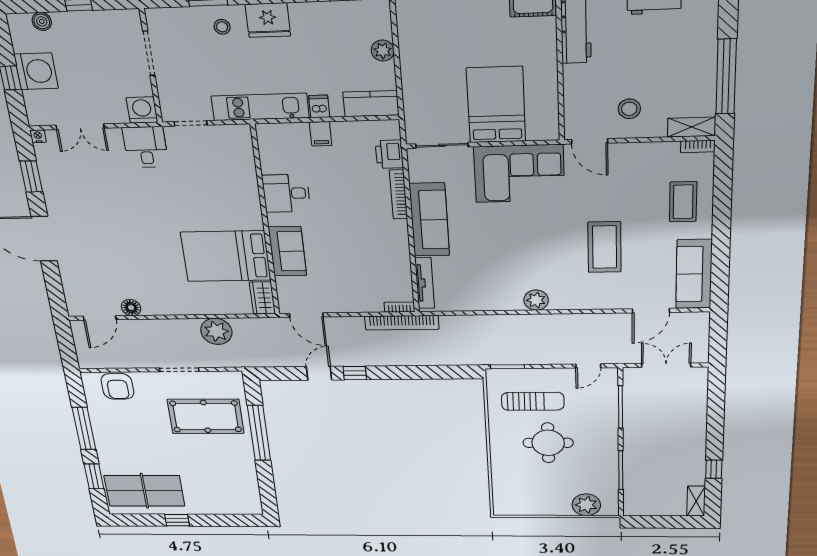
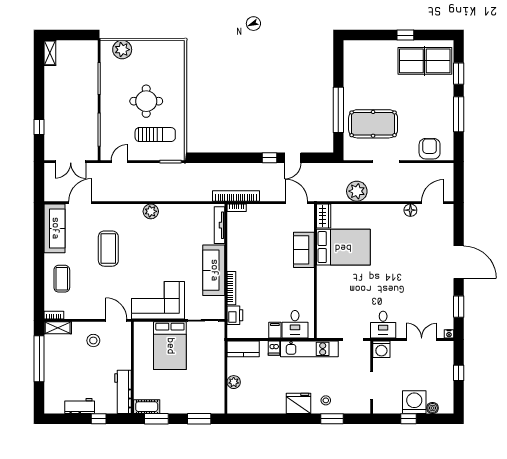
washing machine: (36, 71) -> (414, 402), moved, turned 90
desk: (286, 193) -> (295, 324), moved, turned 90
sun lounger: (533, 401) -> (155, 135), turned 180
window: (714, 469) -> (39, 127), moved

